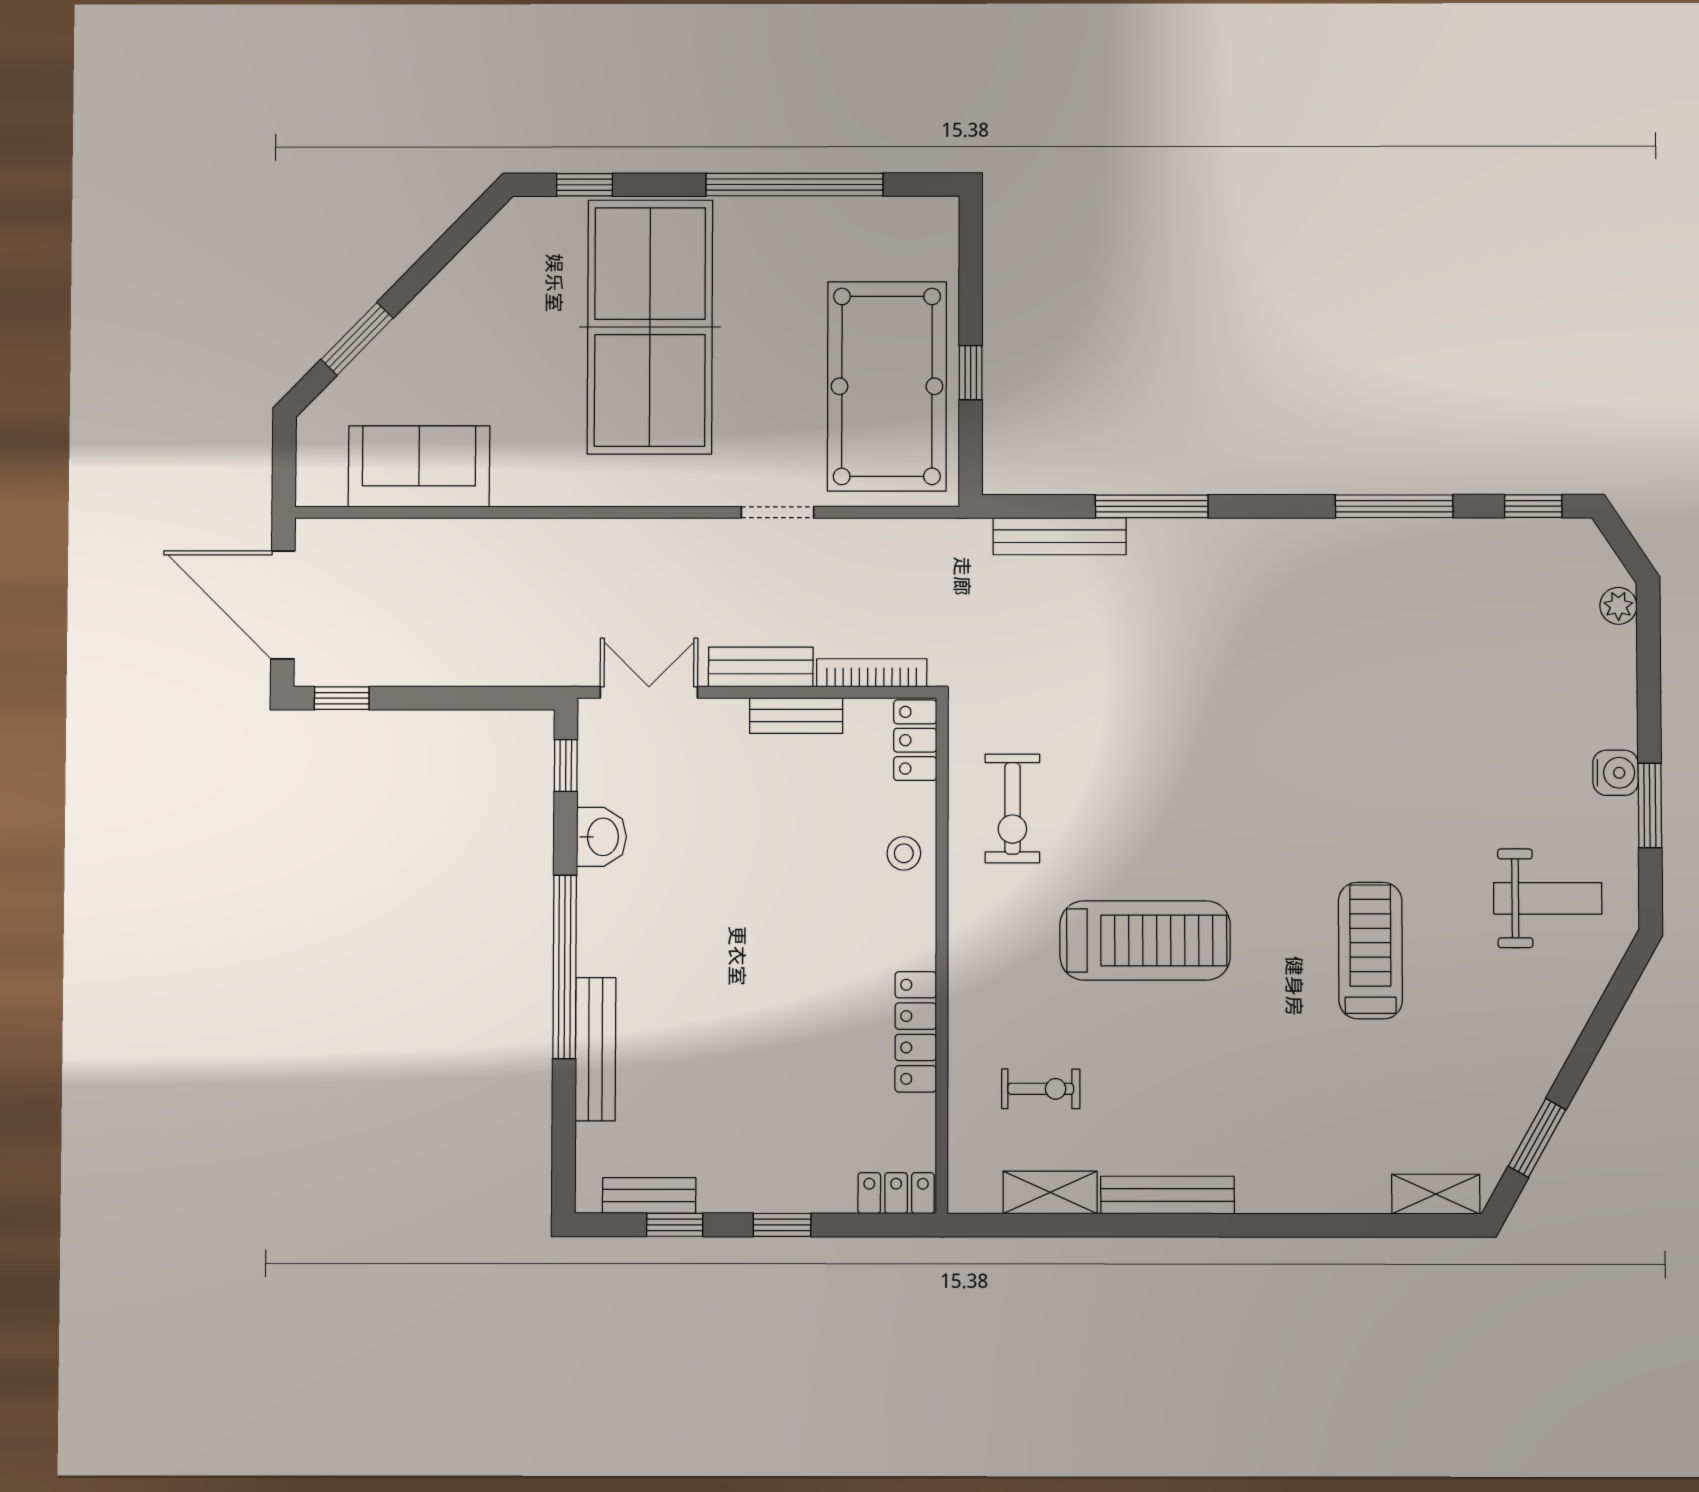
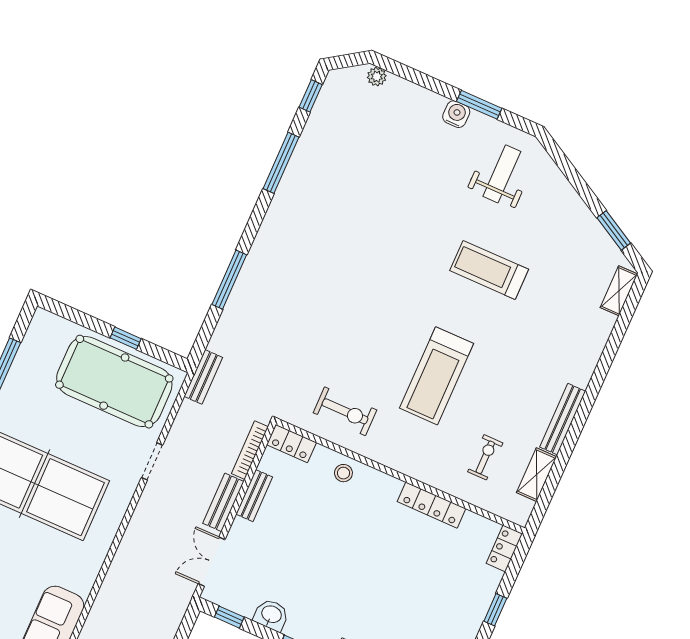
bench: (1060, 536) -> (203, 377), moved, width x0.73
treadmill: (1145, 940) -> (437, 376), turned 180

